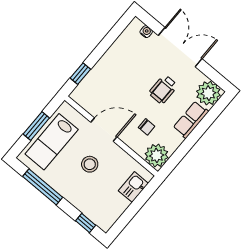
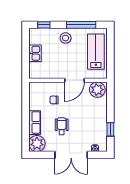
window: (80, 74) -> (110, 129), moved
window: (36, 126) -> (110, 53), removed
plant: (157, 155) -> (97, 90), moved
stool: (90, 164) -> (66, 38), moved
kitchen sink: (133, 187) -> (35, 53), moved

